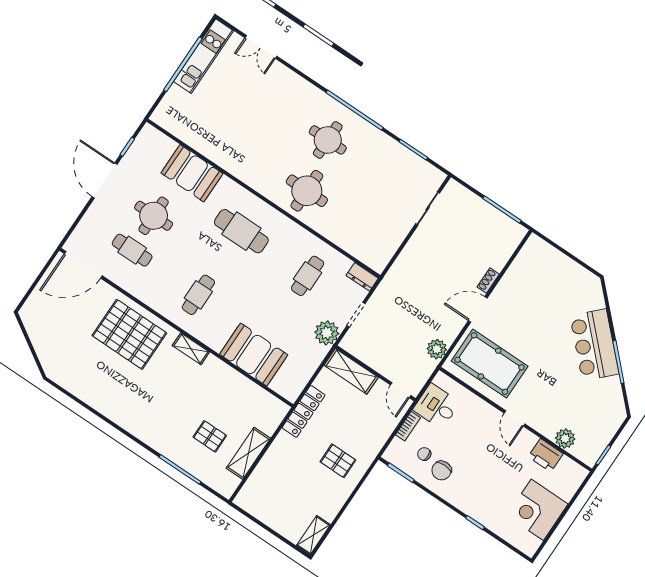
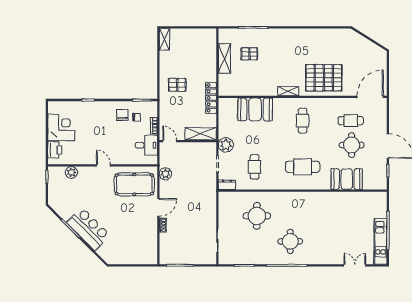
round table: (307, 191) -> (257, 216), moved
printer: (546, 455) -> (55, 150), moved, turned 90

